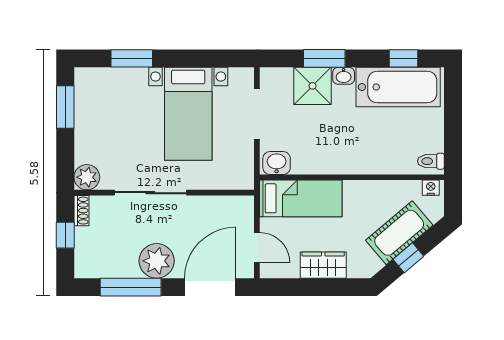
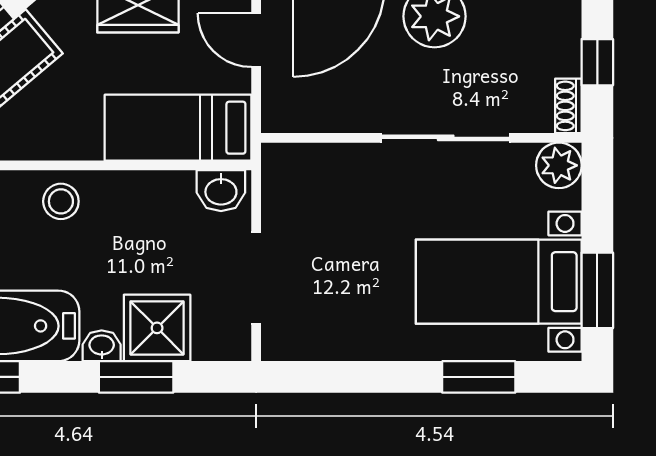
bed with nightstands: (188, 114) -> (499, 282), moved, turned -90
stool: (366, 157) -> (61, 201), added

